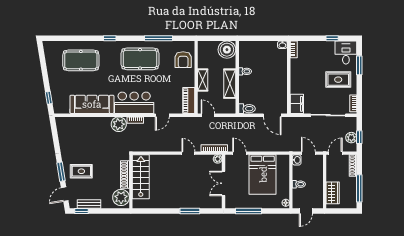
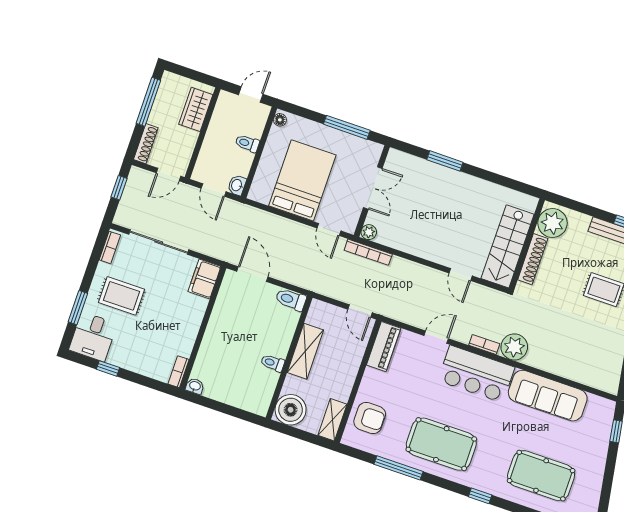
armchair: (183, 60) -> (370, 418), turned 90
shelving: (203, 80) -> (332, 420), moved
plant: (351, 138) -> (133, 191), removed
door: (188, 153) -> (461, 275), moved

